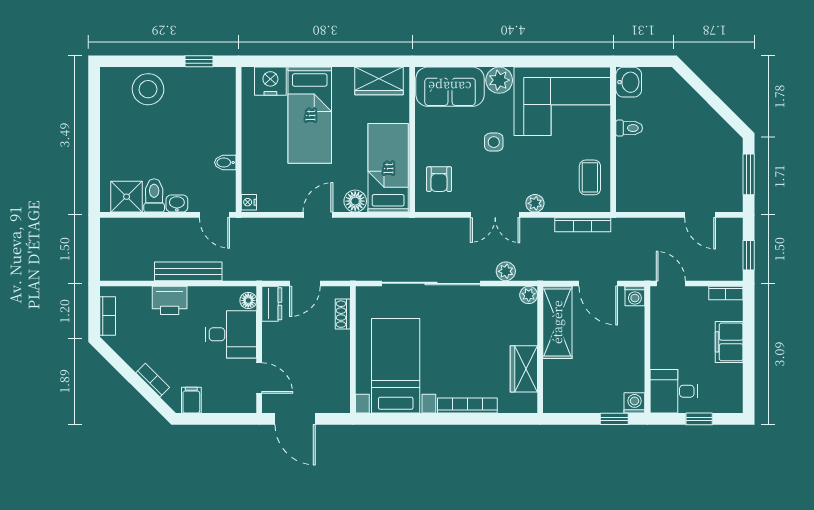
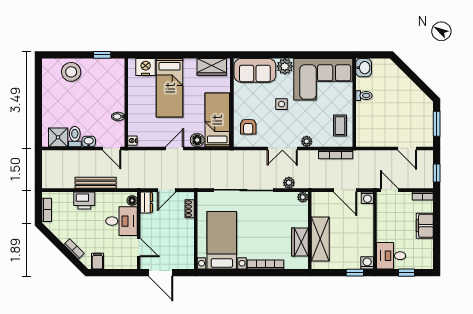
shelving: (557, 322) -> (320, 239), moved

